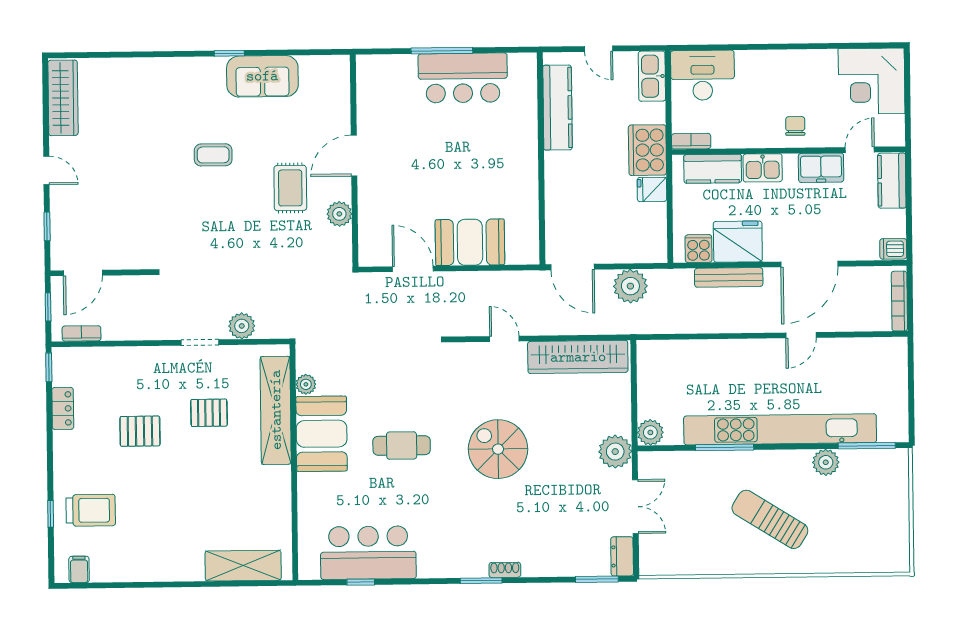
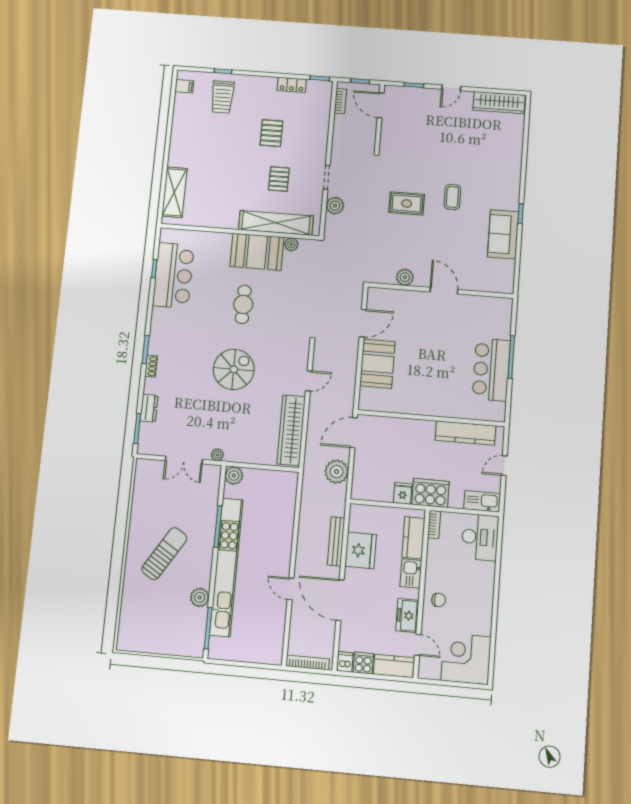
rug: (290, 188) -> (407, 203), moved
cooker: (698, 249) -> (363, 663), moved, turned -90
plant: (615, 452) -> (217, 455), width x0.53, depth x0.53
dresser: (622, 556) -> (149, 408), moved, turned 90

